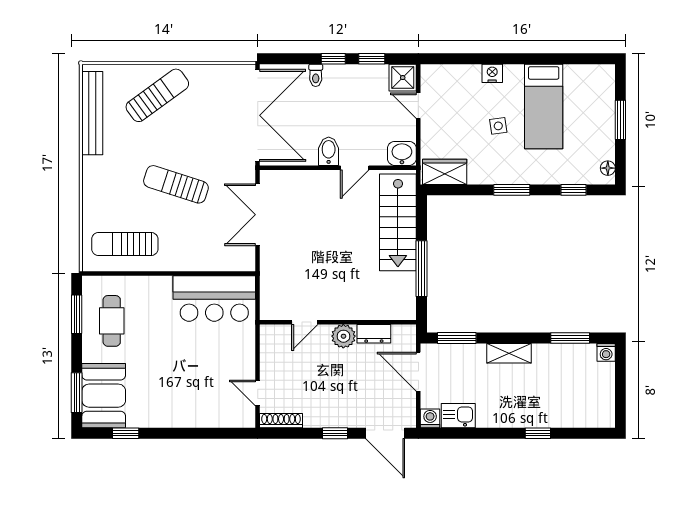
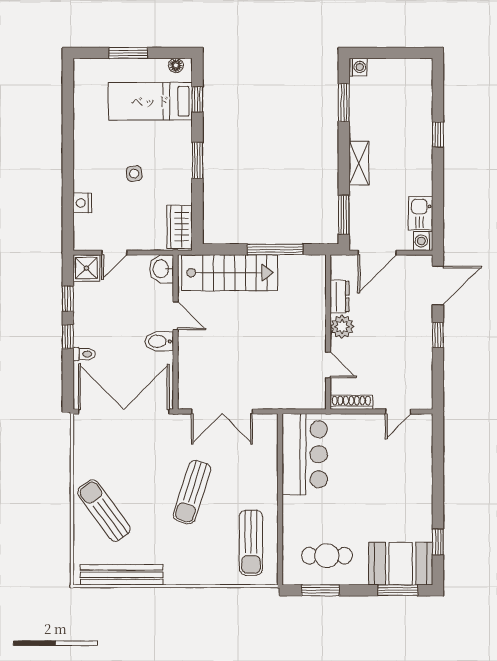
nightstand: (492, 73) -> (82, 203), moved
bed: (544, 106) -> (150, 101), moved, turned 180
shoe rack: (281, 421) -> (351, 402), moved, turned 90

